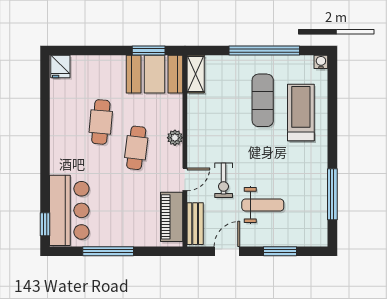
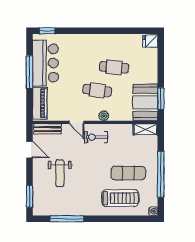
exercise bike: (224, 180) -> (96, 137), moved
bar counter: (69, 210) -> (45, 63), moved, turned -90
piano: (172, 217) -> (40, 103), moved, turned 90
window: (280, 251) -> (30, 196), moved

